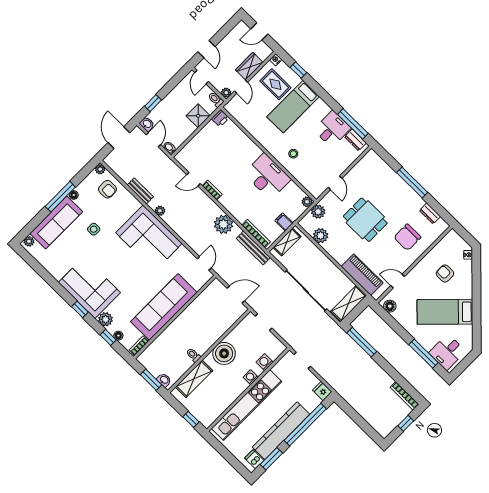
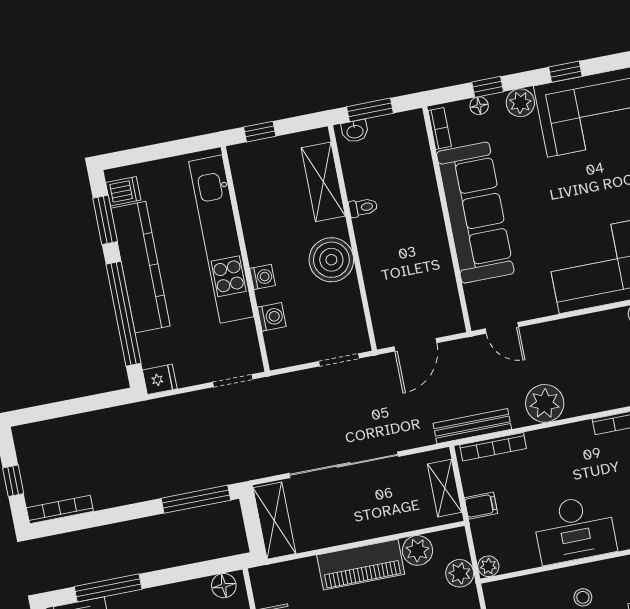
piano: (362, 275) -> (361, 565), moved

